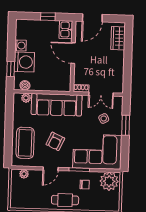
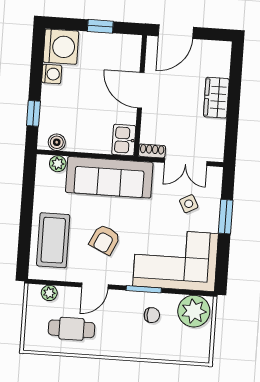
kitchen sink: (66, 30) -> (124, 140), moved
wardrobe: (118, 38) -> (216, 98), moved
washing machine: (24, 62) -> (61, 47), moved
cafe table: (65, 200) -> (72, 329), moved

